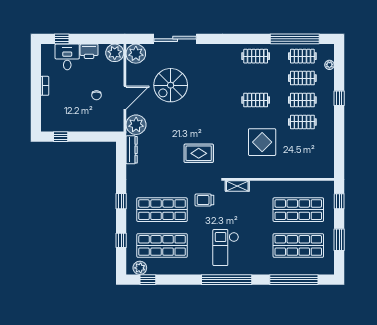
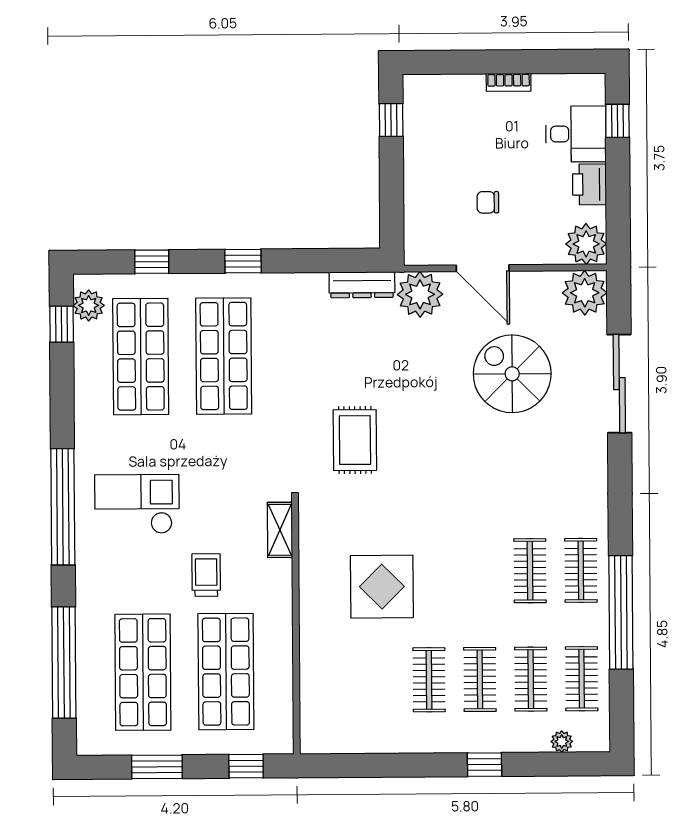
window: (295, 39) -> (621, 612), moved
clothes rail: (256, 100) -> (530, 571), moved
trolley: (204, 200) -> (206, 575), moved

